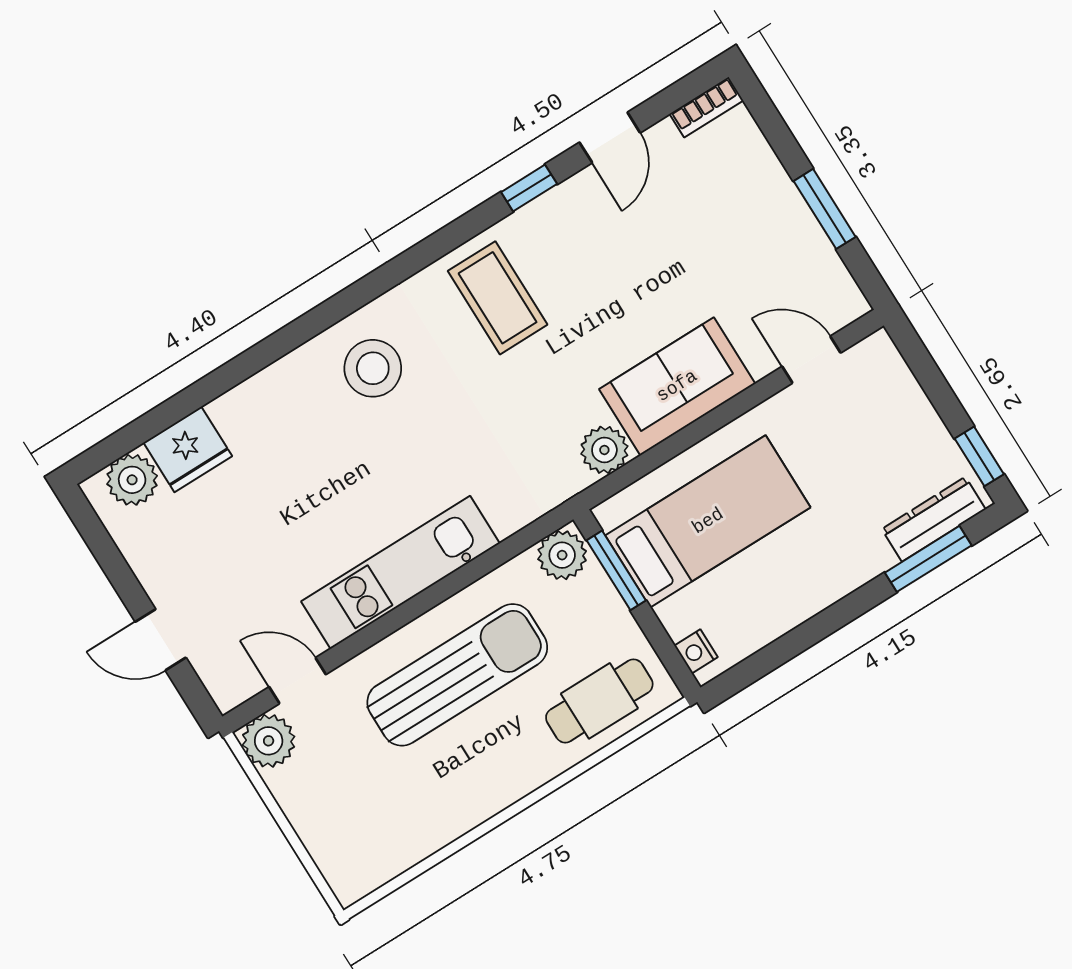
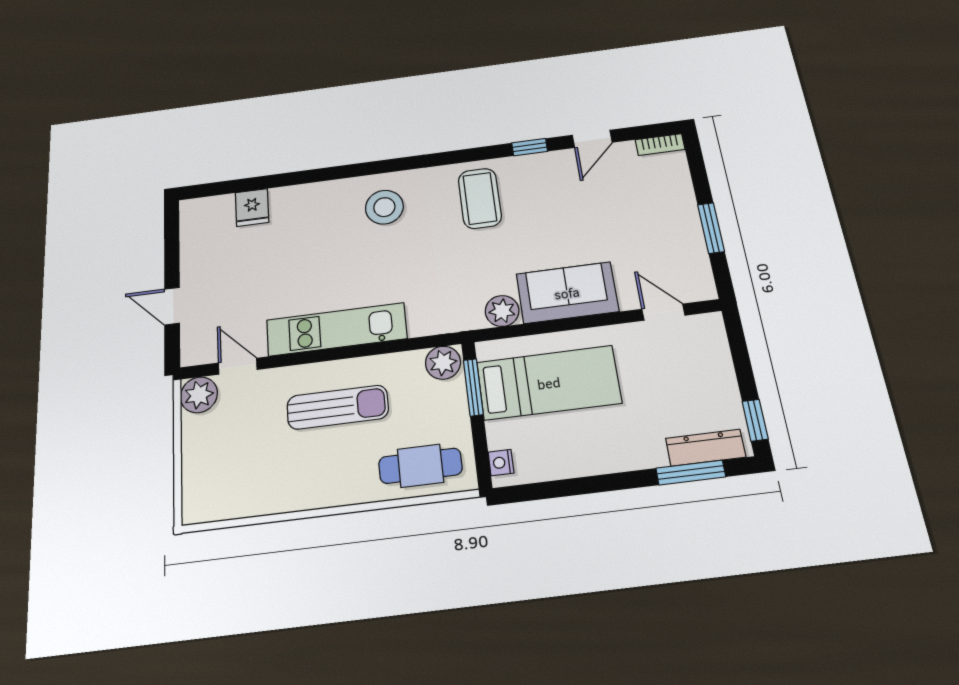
fridge: (188, 449) -> (252, 207), width x0.72
plant: (132, 480) -> (211, 211), removed
sun lounger: (457, 675) -> (338, 407), width x0.73, depth x0.75

